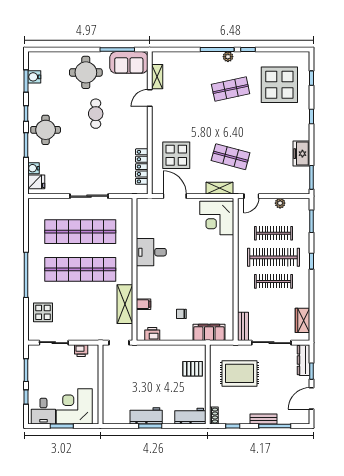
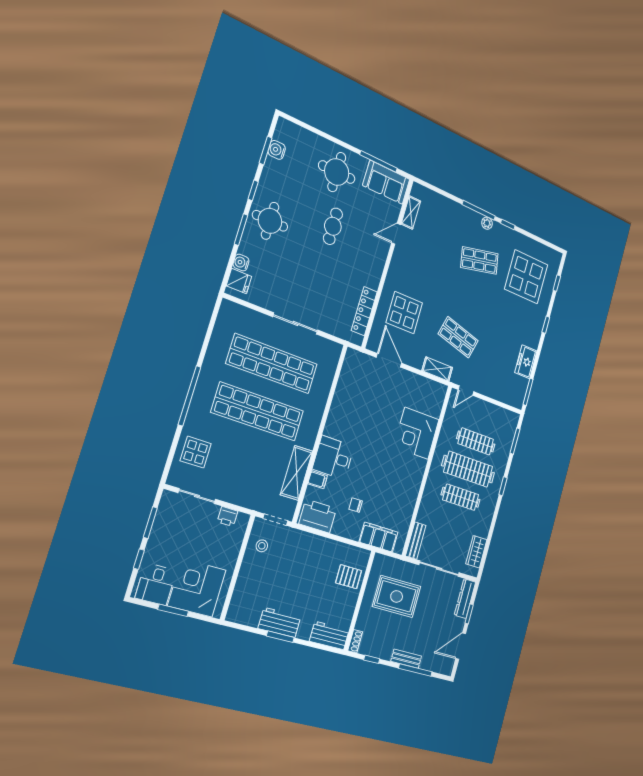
plant: (280, 203) -> (491, 409), removed
corner desk: (217, 218) -> (416, 433), moved
desk: (151, 252) -> (333, 458), moved
printer: (152, 334) -> (318, 516), width x1.87, depth x1.48
stool: (114, 364) -> (262, 546), added

